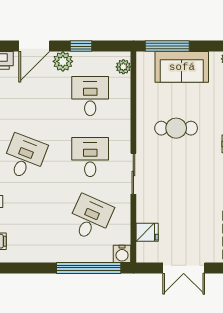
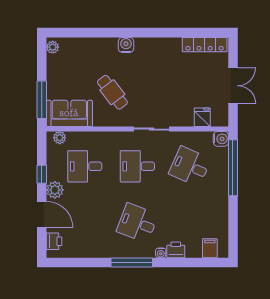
sofa: (182, 67) -> (69, 113), moved, turned -90
cafe table: (176, 128) -> (112, 92), turned -38

